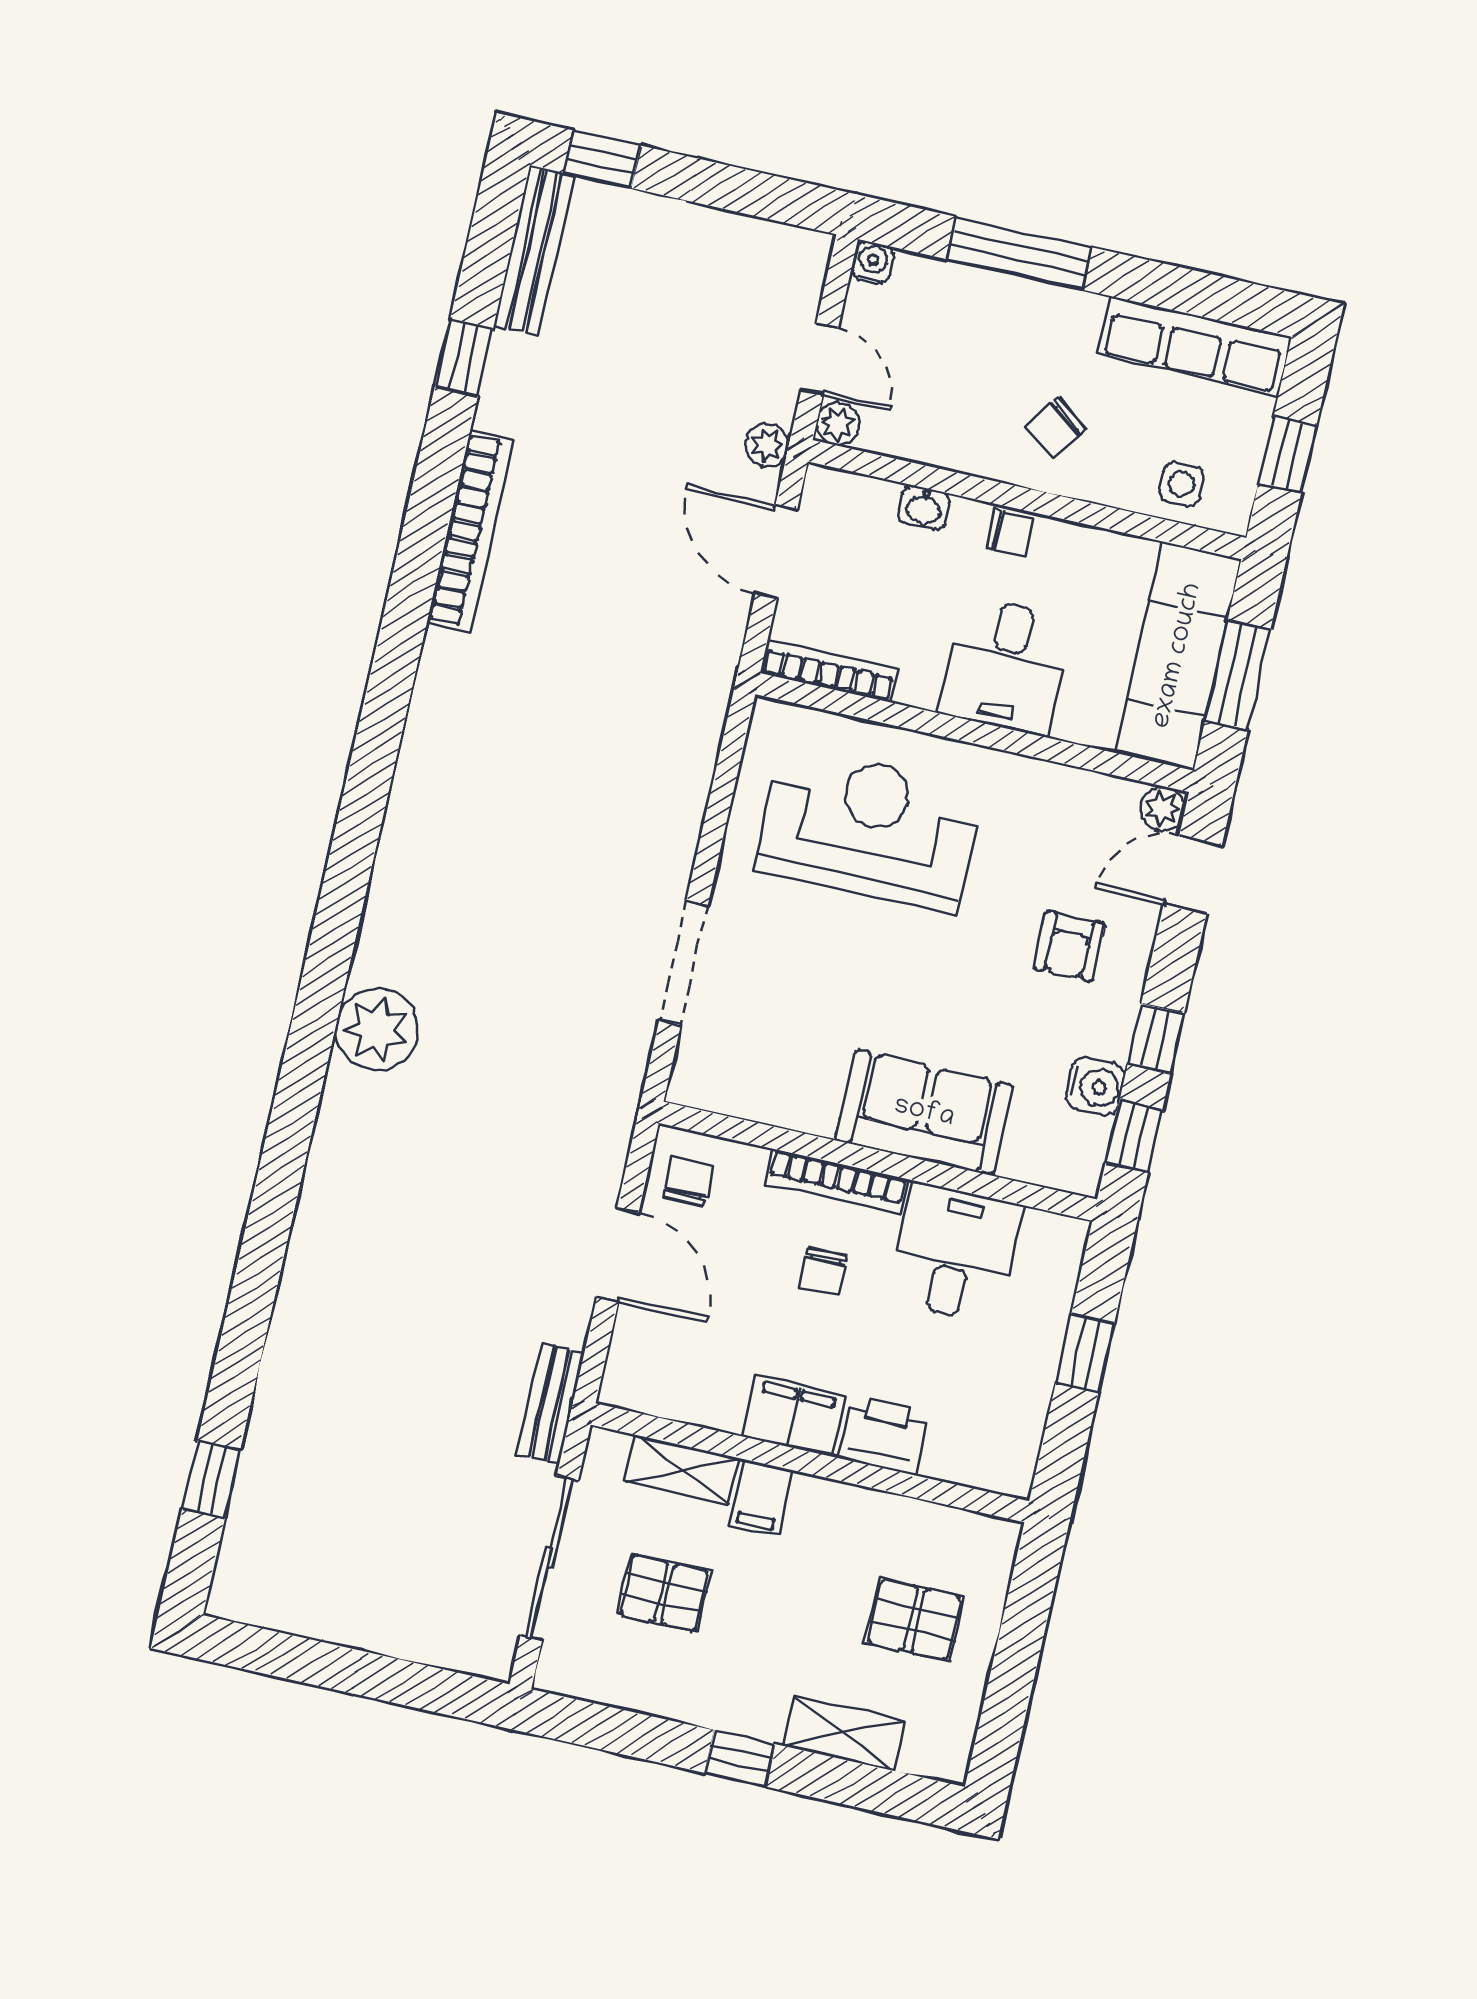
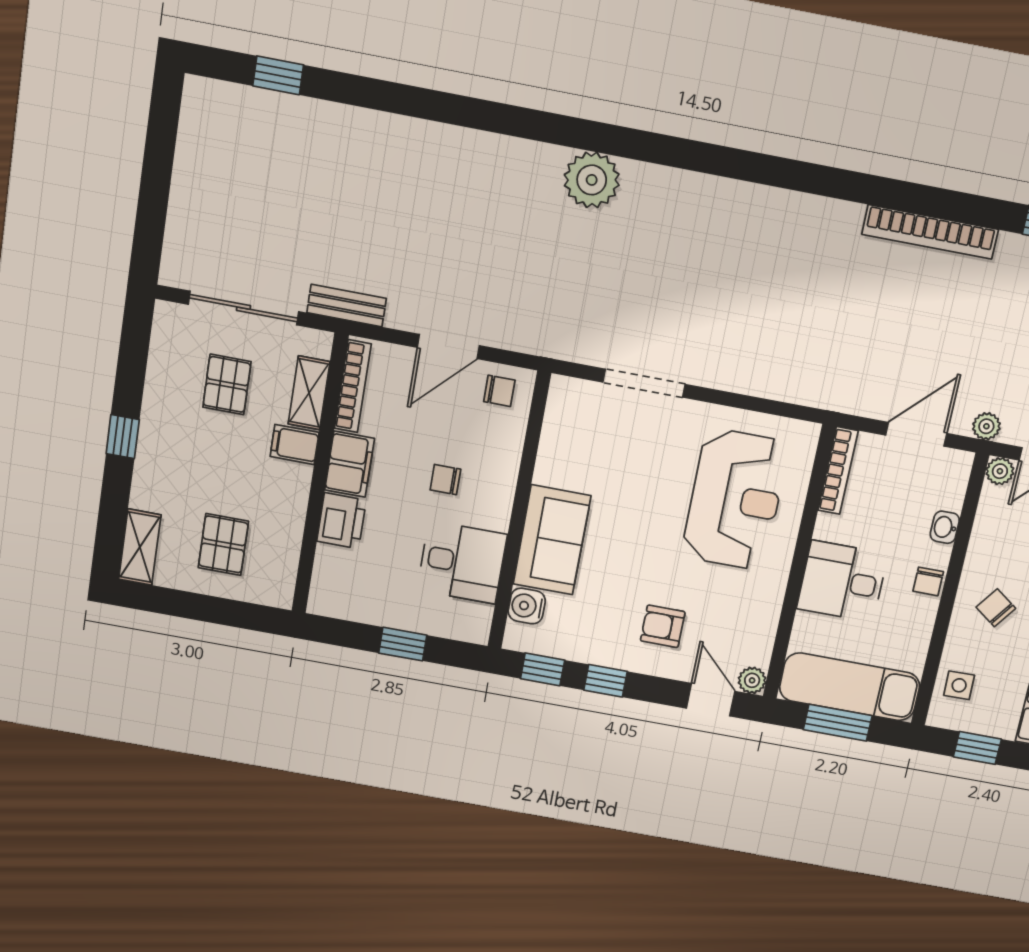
water cooler: (1095, 1086) -> (527, 606), moved, turned 90
bookcase: (837, 1181) -> (353, 386), moved, turned 180
shelving: (844, 1733) -> (140, 547), moved

